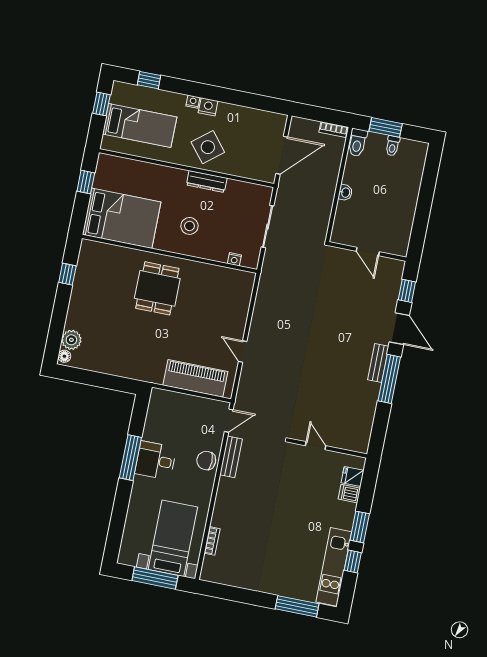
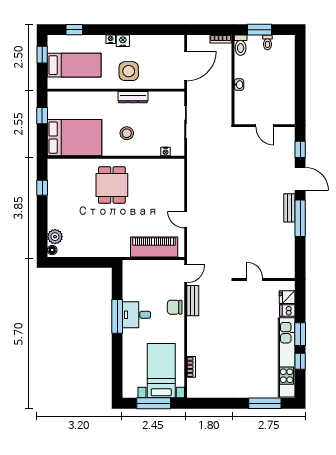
side table: (208, 147) -> (129, 71), turned 38
kitchen unit: (334, 567) -> (287, 357), width x1.36

